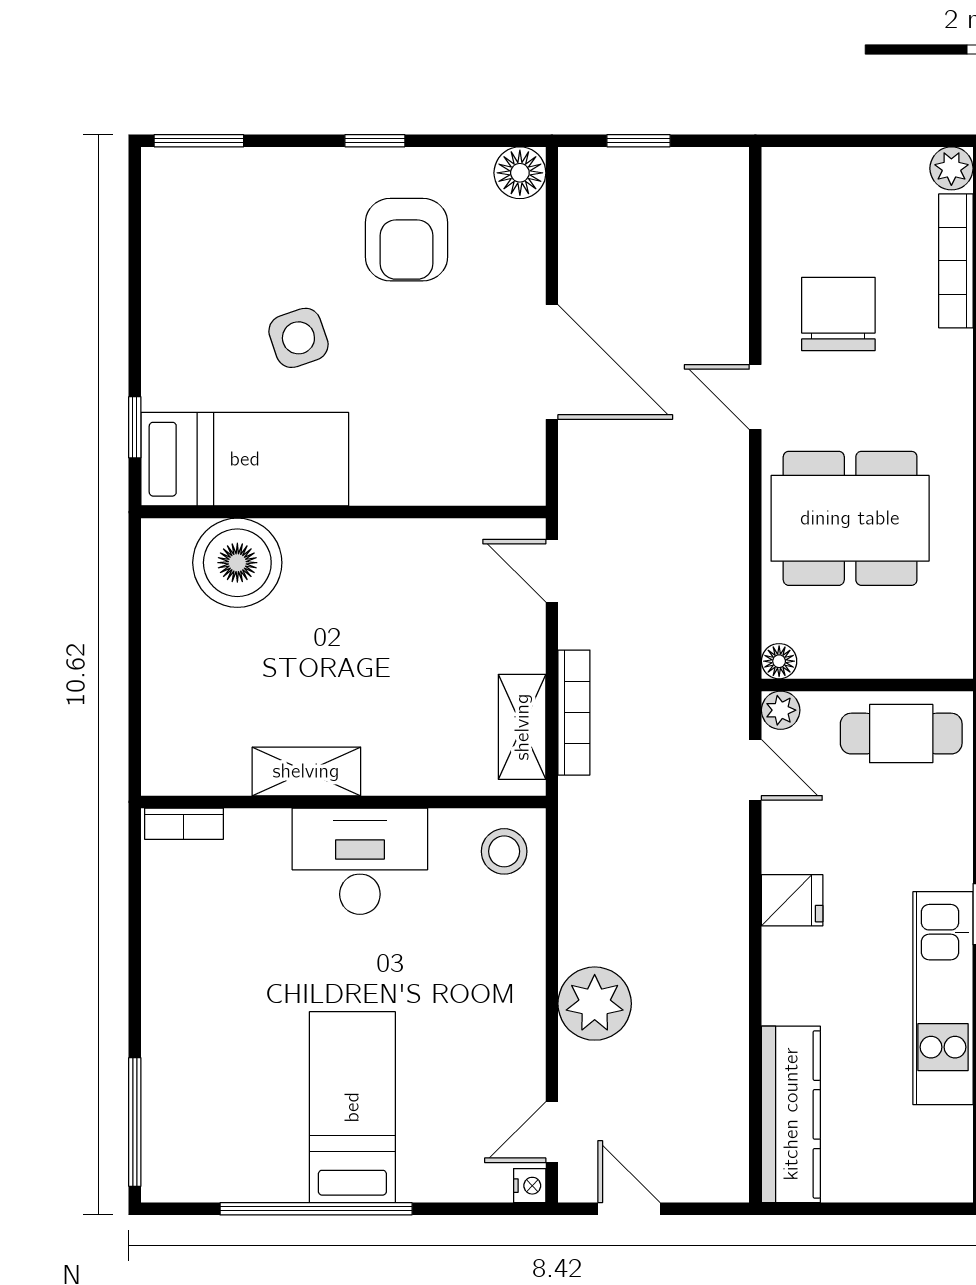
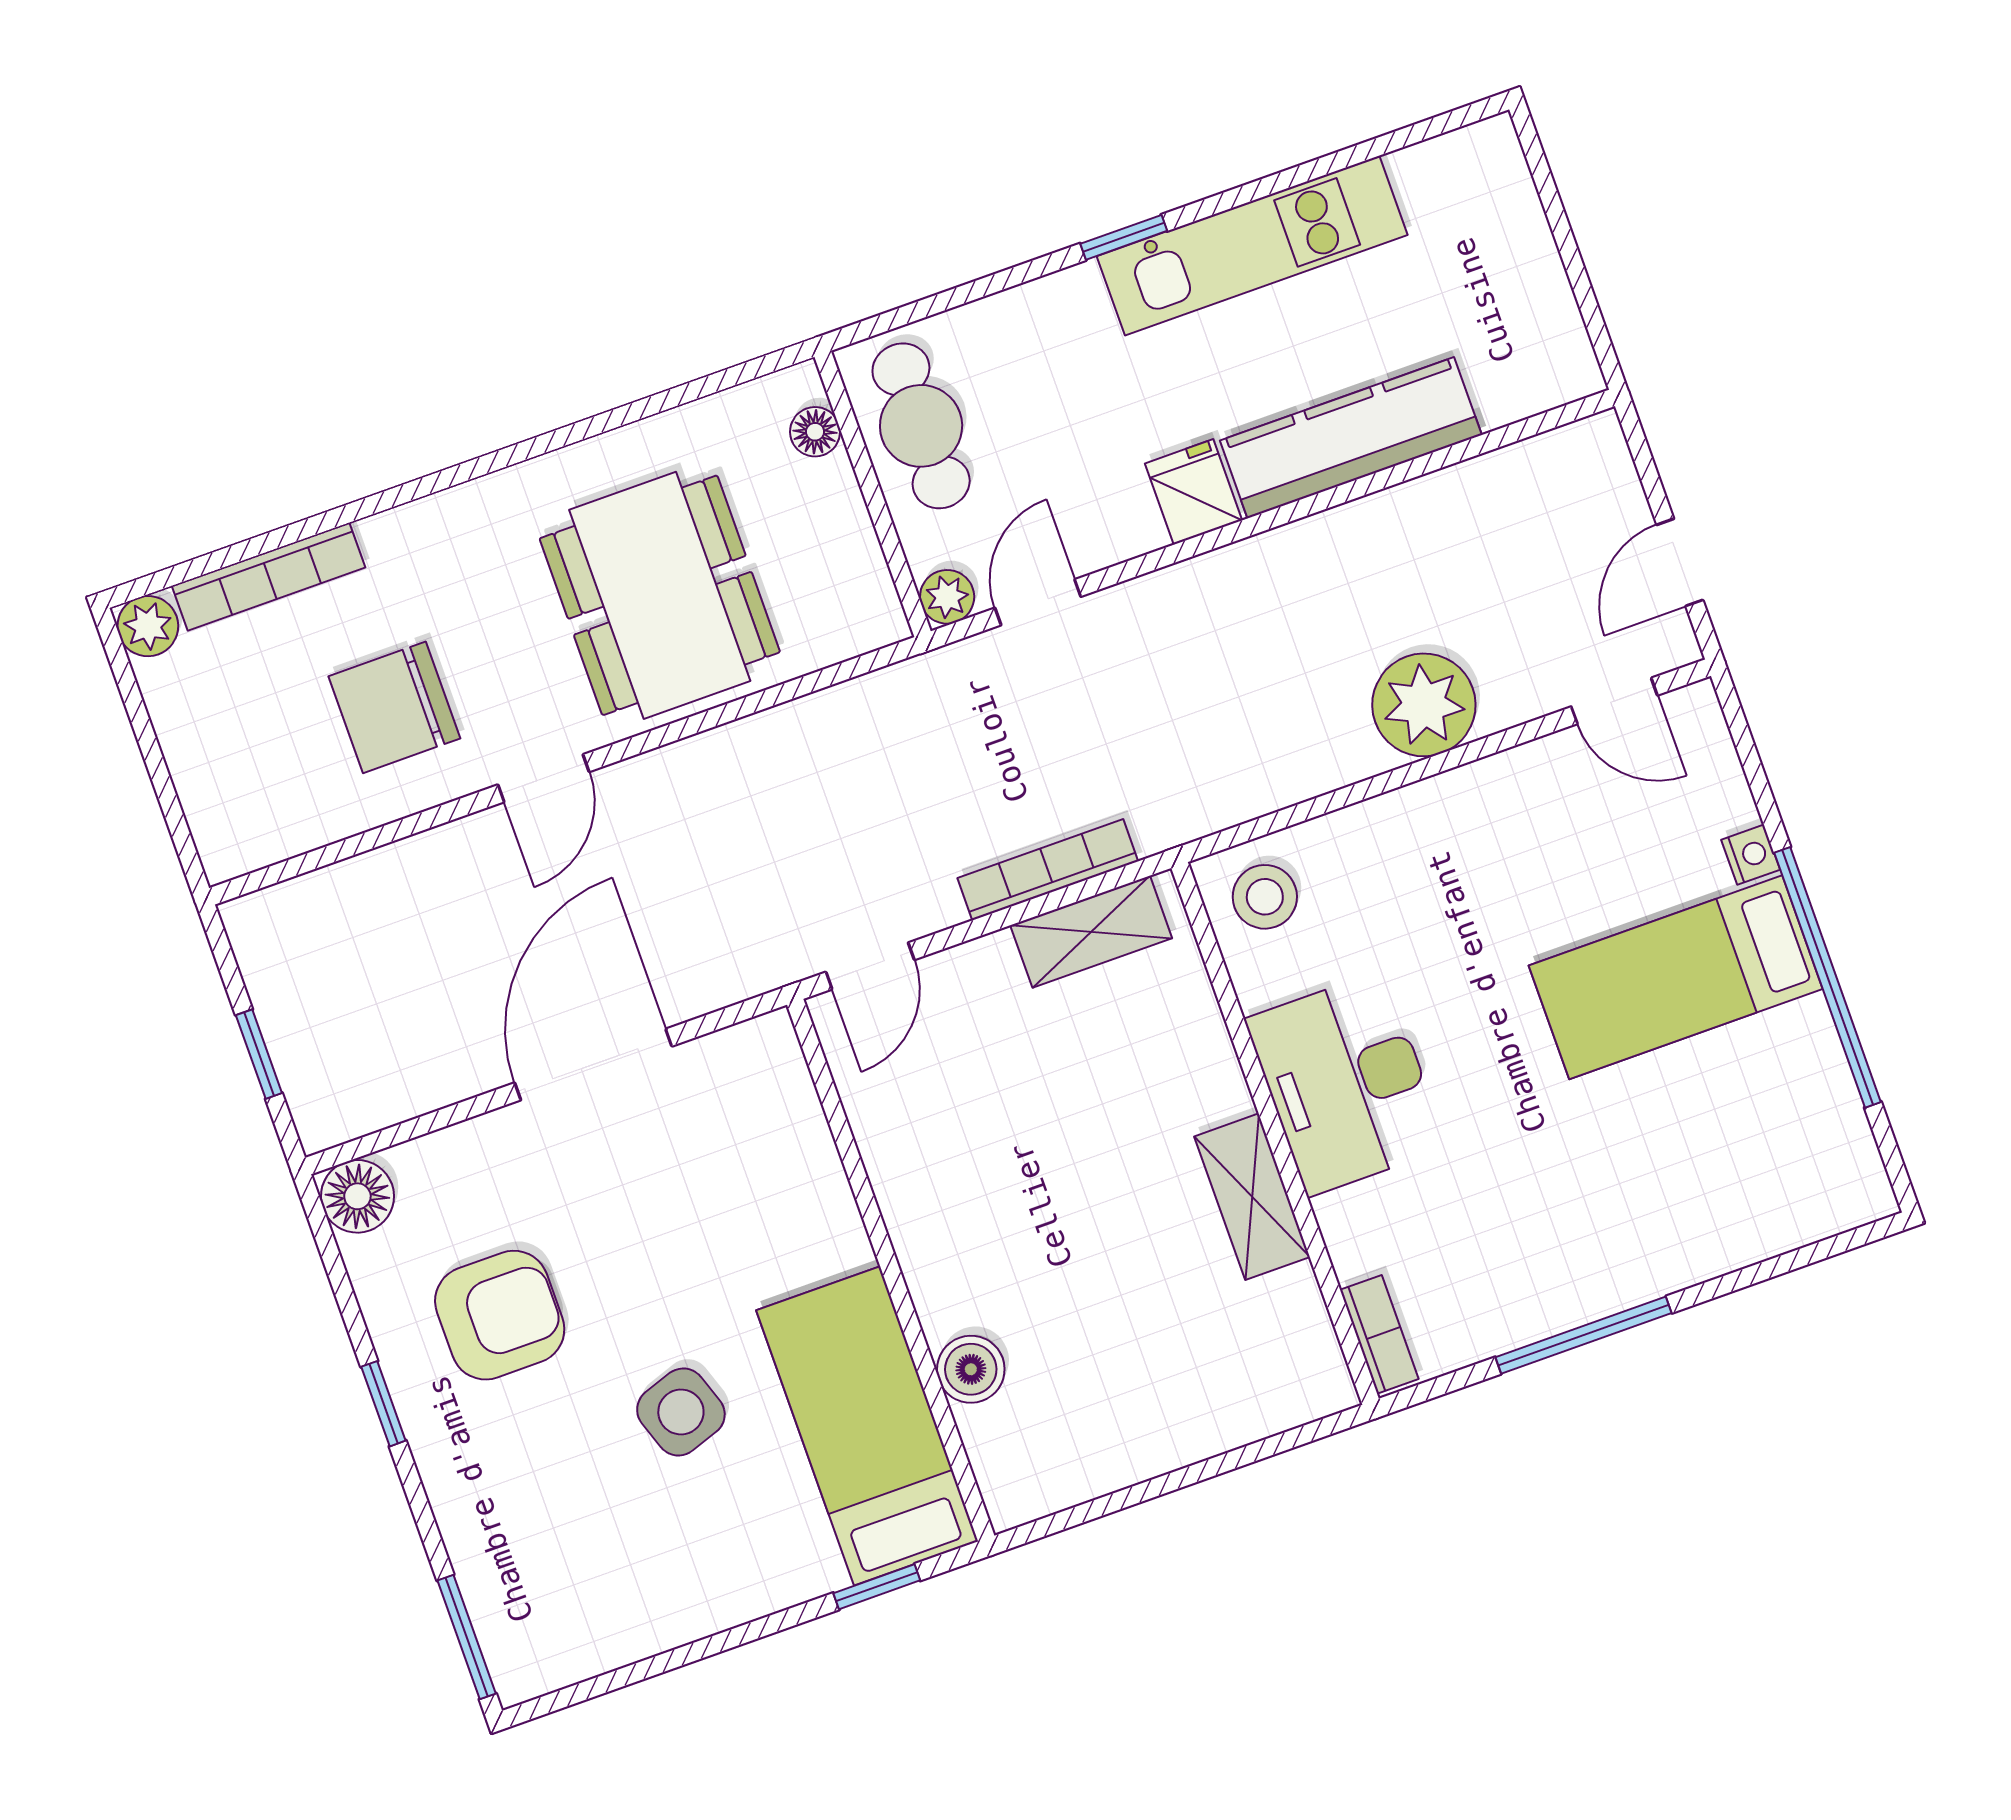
boiler: (237, 563) -> (971, 1369), width x0.54, depth x0.54
floor lamp: (779, 661) -> (815, 432), moved
kitchen counter: (791, 1114) -> (1351, 438), moved
window: (135, 1122) -> (1584, 1335), moved
nightstand: (530, 1186) -> (1751, 855), moved, turned 90

